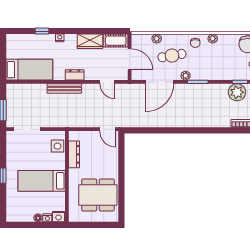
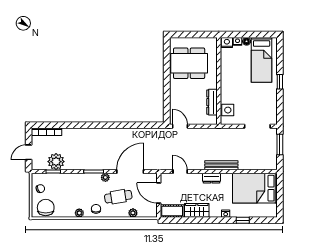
bed: (29, 70) -> (255, 188), width x1.50
bed: (42, 181) -> (262, 60), moved, turned 90

